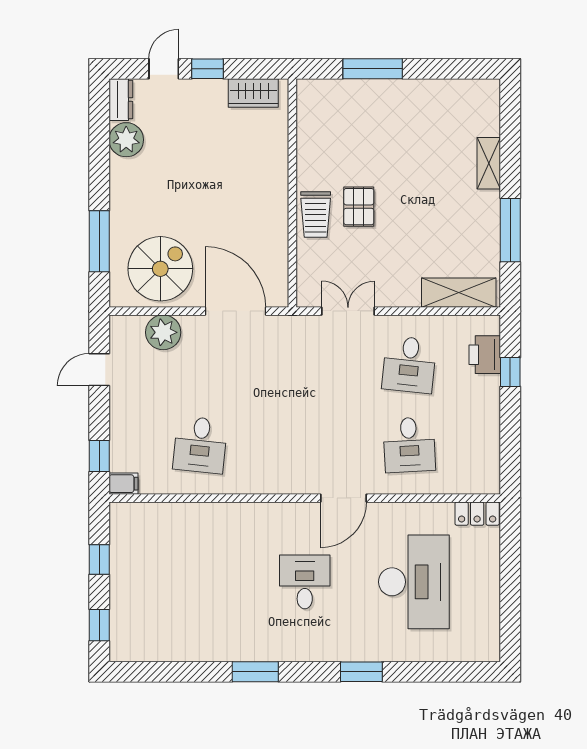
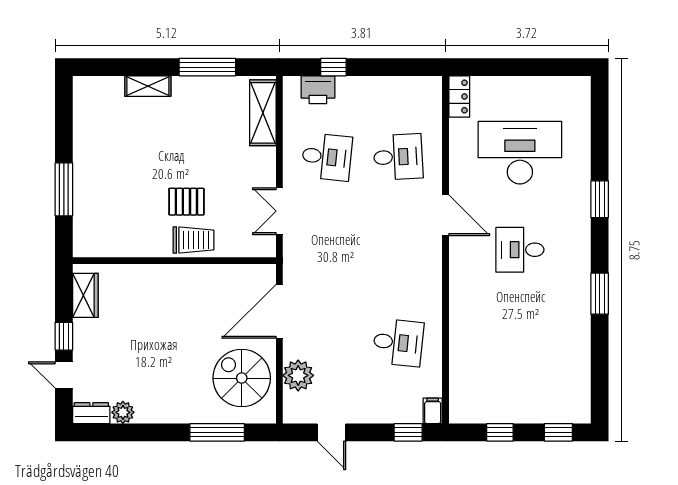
plant: (126, 140) -> (123, 412), width x0.73, depth x0.73

